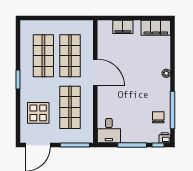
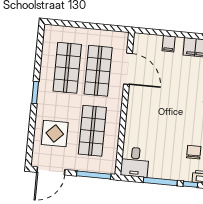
filing cabinet: (123, 27) -> (169, 44), width x0.50
door: (95, 72) -> (128, 69), moved

